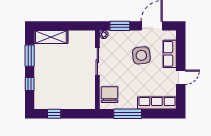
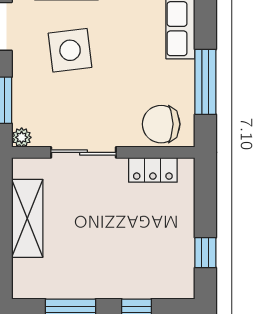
shelving: (51, 37) -> (27, 218), moved
locker: (90, 91) -> (153, 170), added

